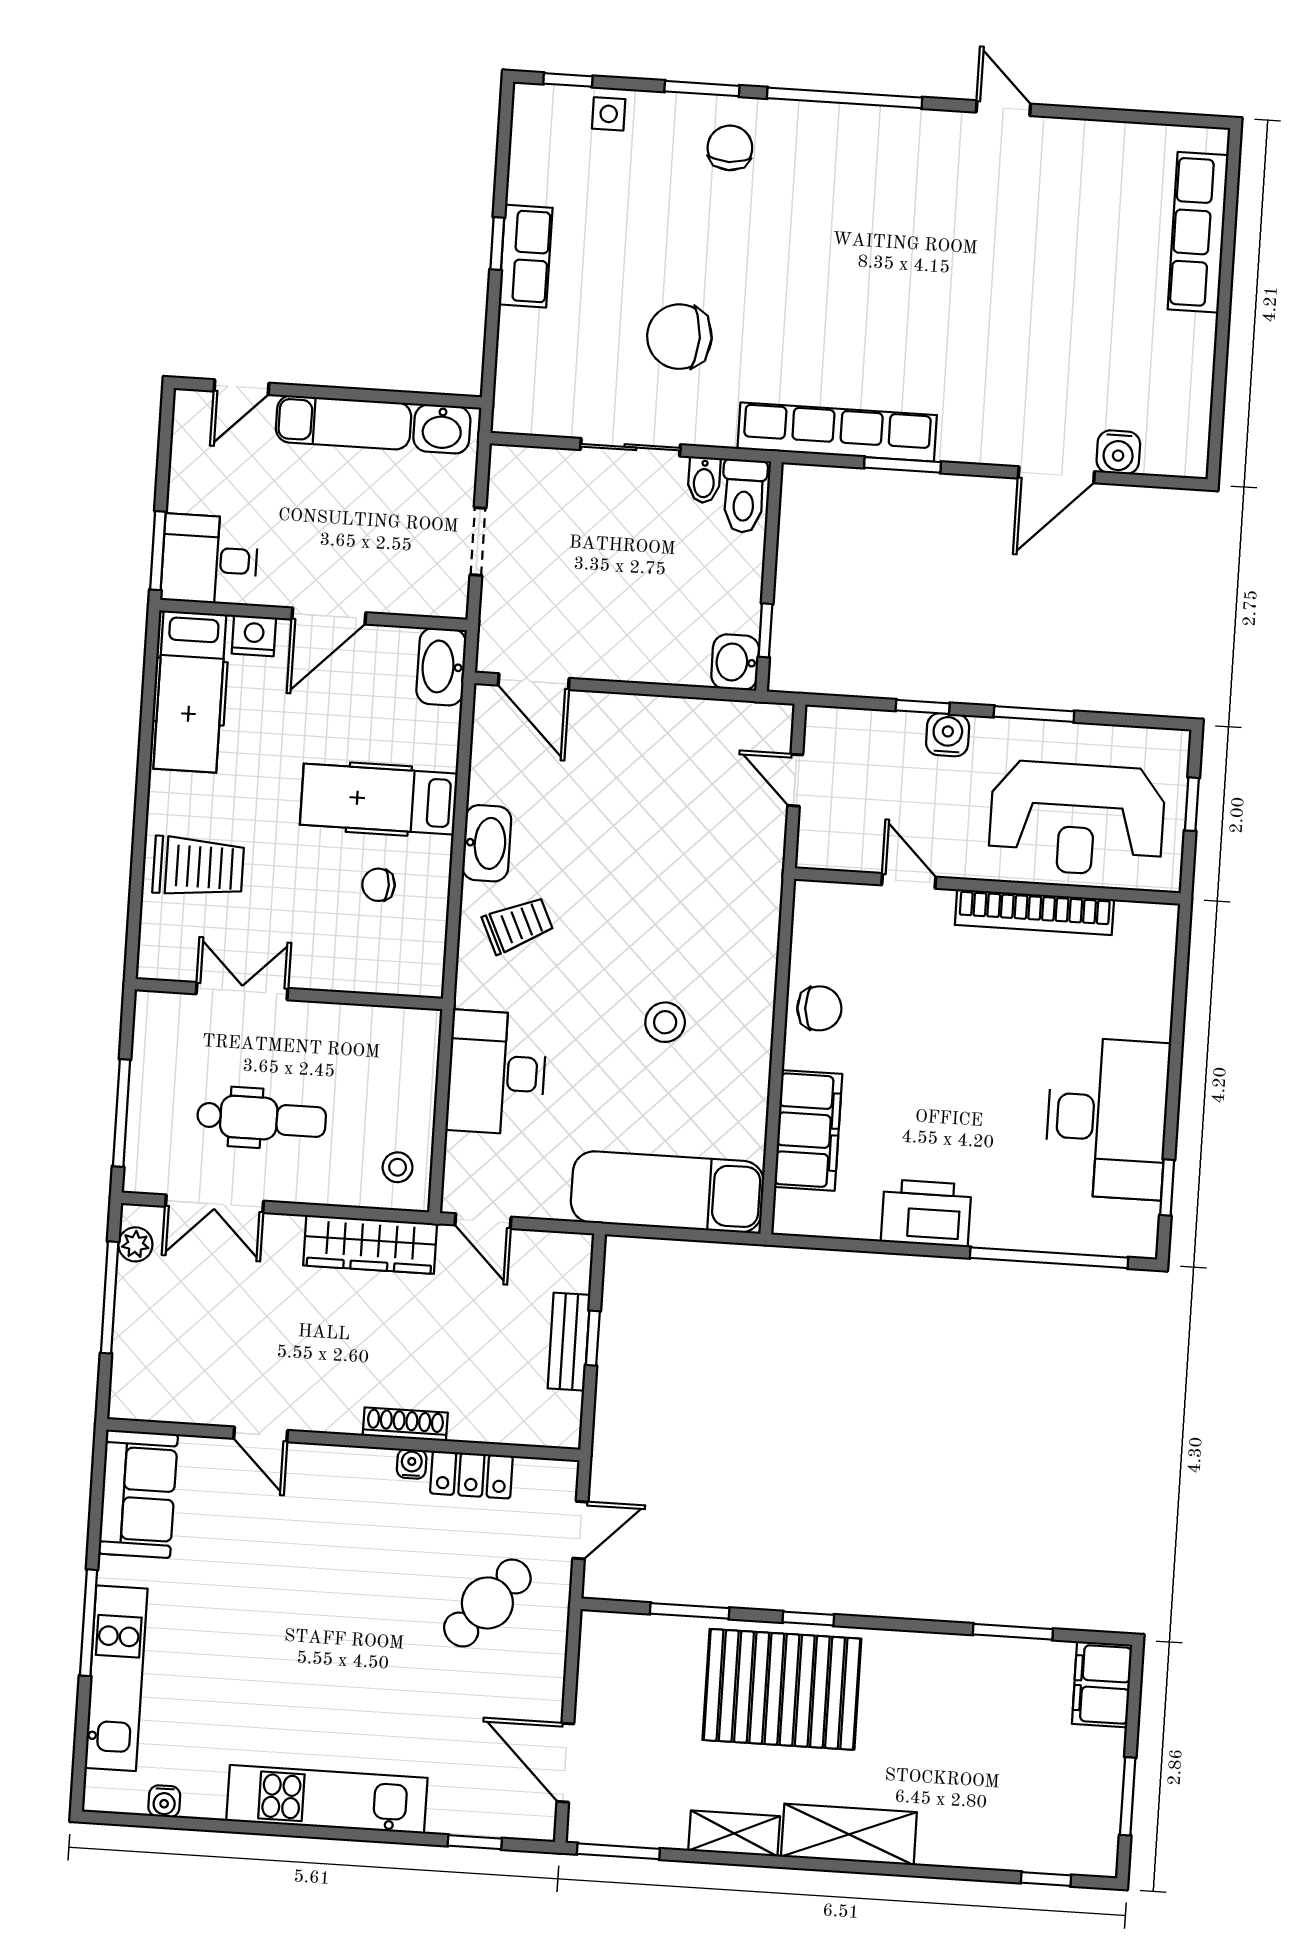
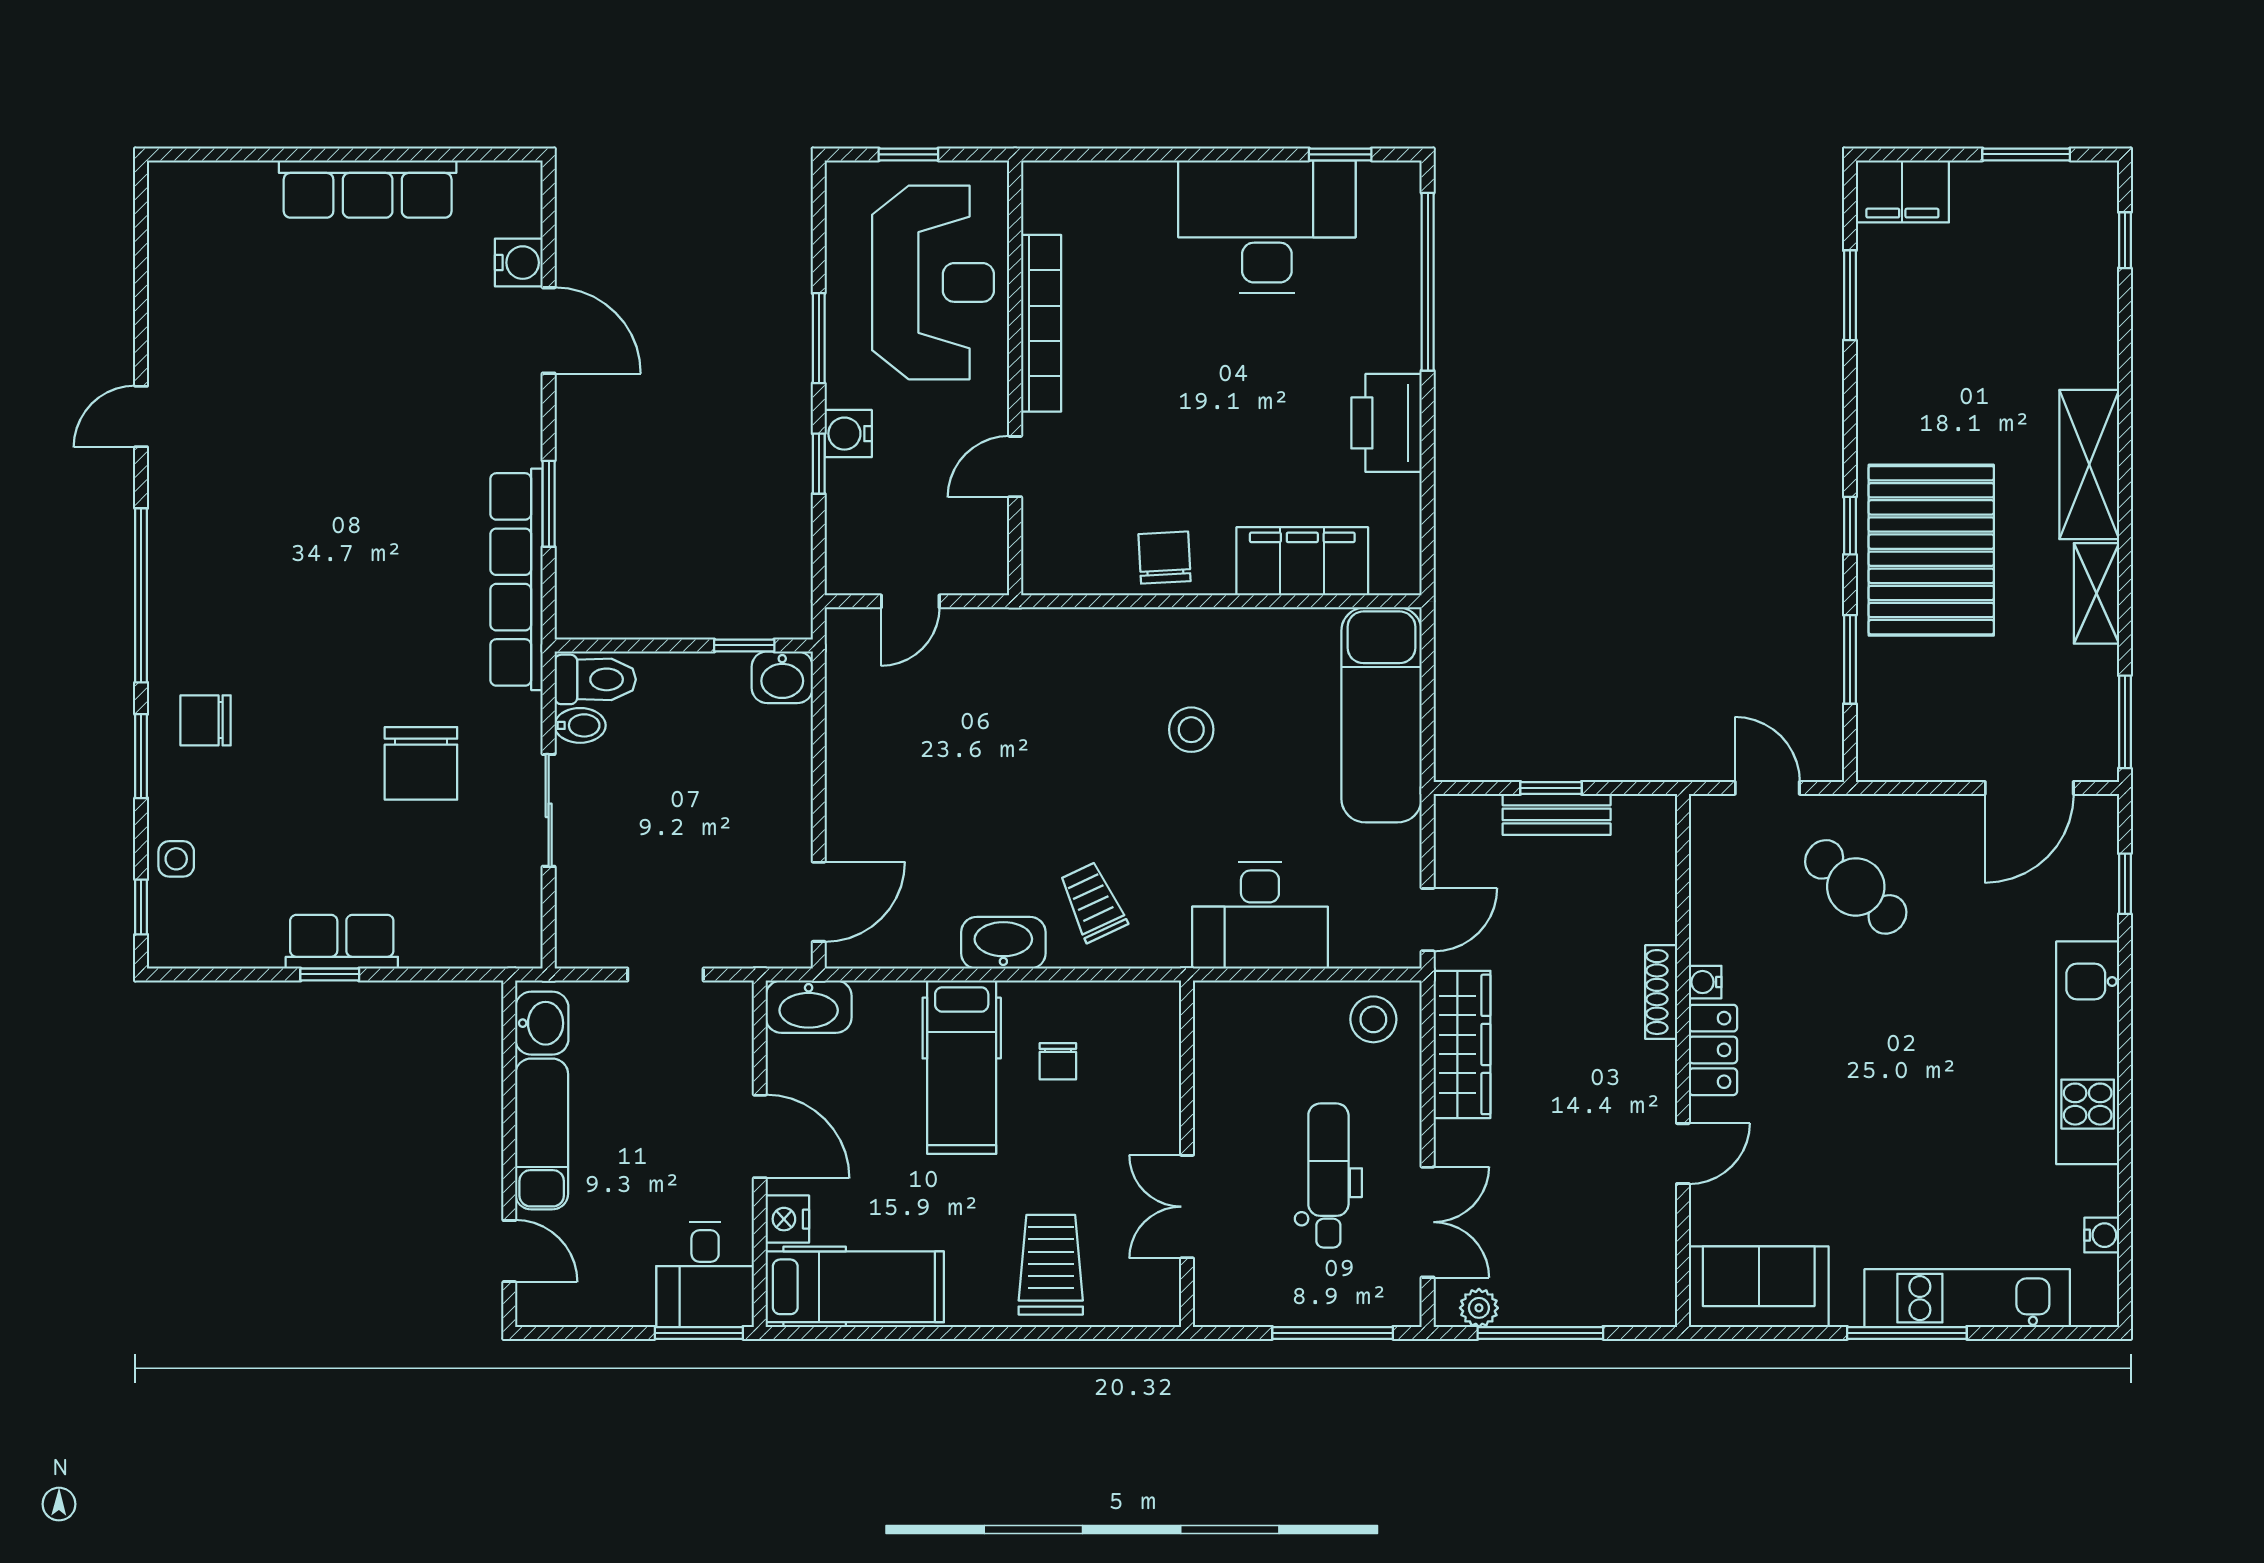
row of seats: (1198, 232) -> (368, 189), moved
stool: (398, 1167) -> (1373, 1019), width x1.37, depth x1.37
locker: (471, 1475) -> (1713, 1050), moved

